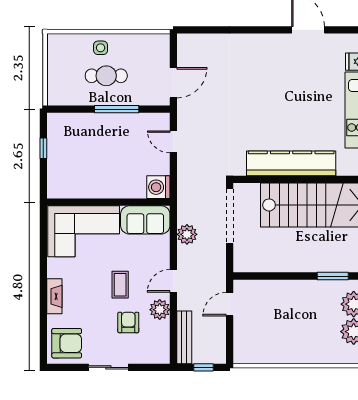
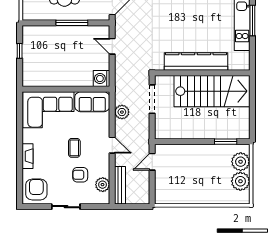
doorway: (230, 216) -> (152, 99), width x0.73
door: (173, 281) -> (112, 145), swing flipped
plant: (160, 310) -> (103, 185), moved
armchair: (128, 322) -> (80, 175), turned -90
armchair: (67, 343) -> (36, 190), turned -90
window: (204, 367) -> (134, 207), removed

